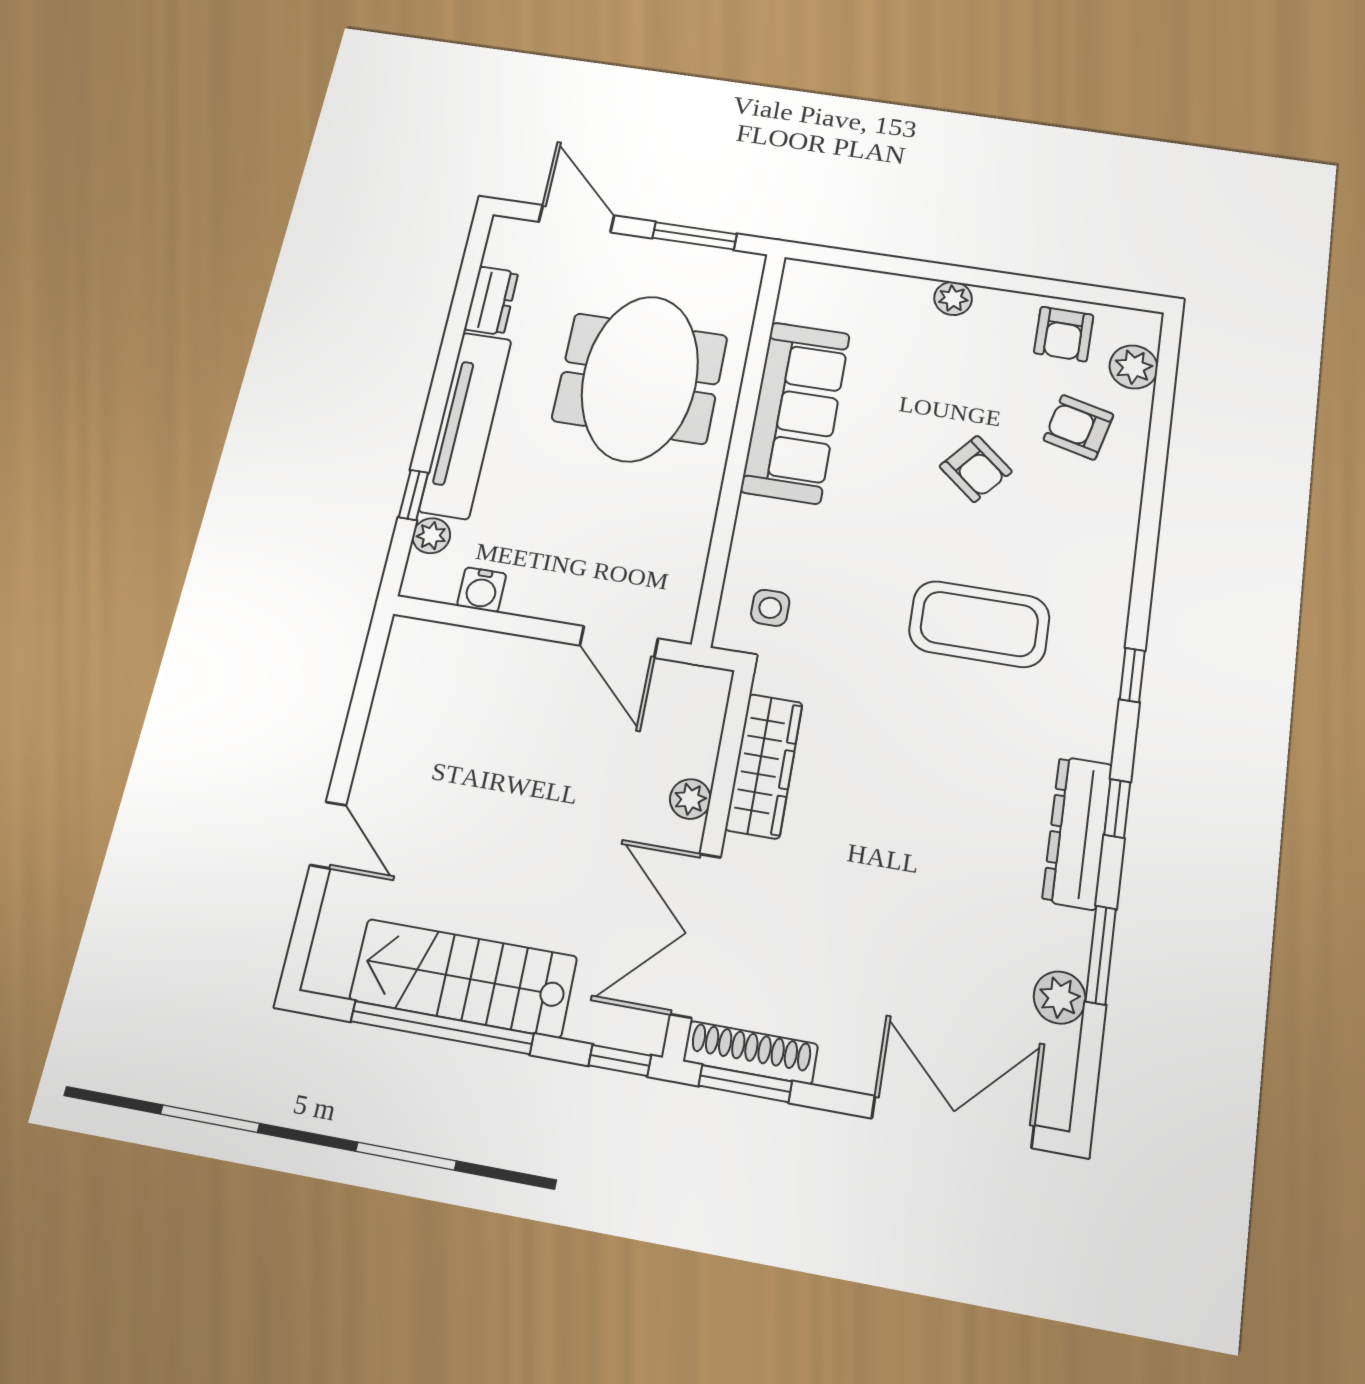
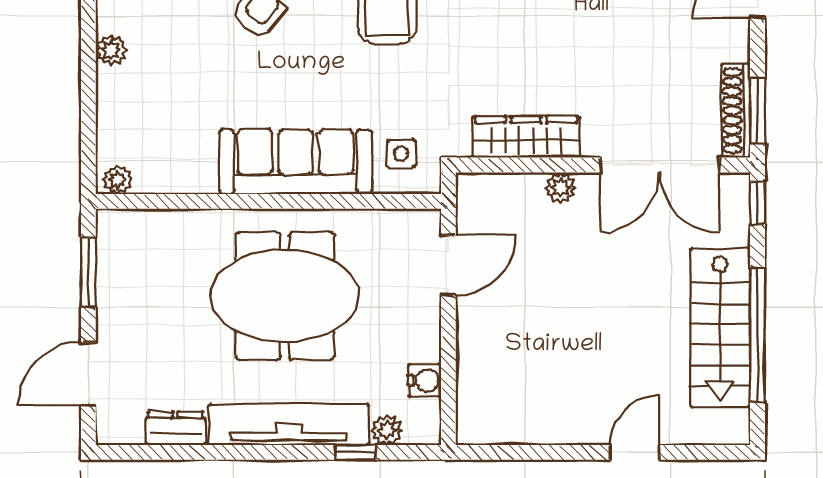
plant: (797, 282) -> (117, 180), added
meeting table: (640, 378) -> (285, 296), moved
sofa: (796, 412) -> (296, 162), moved

